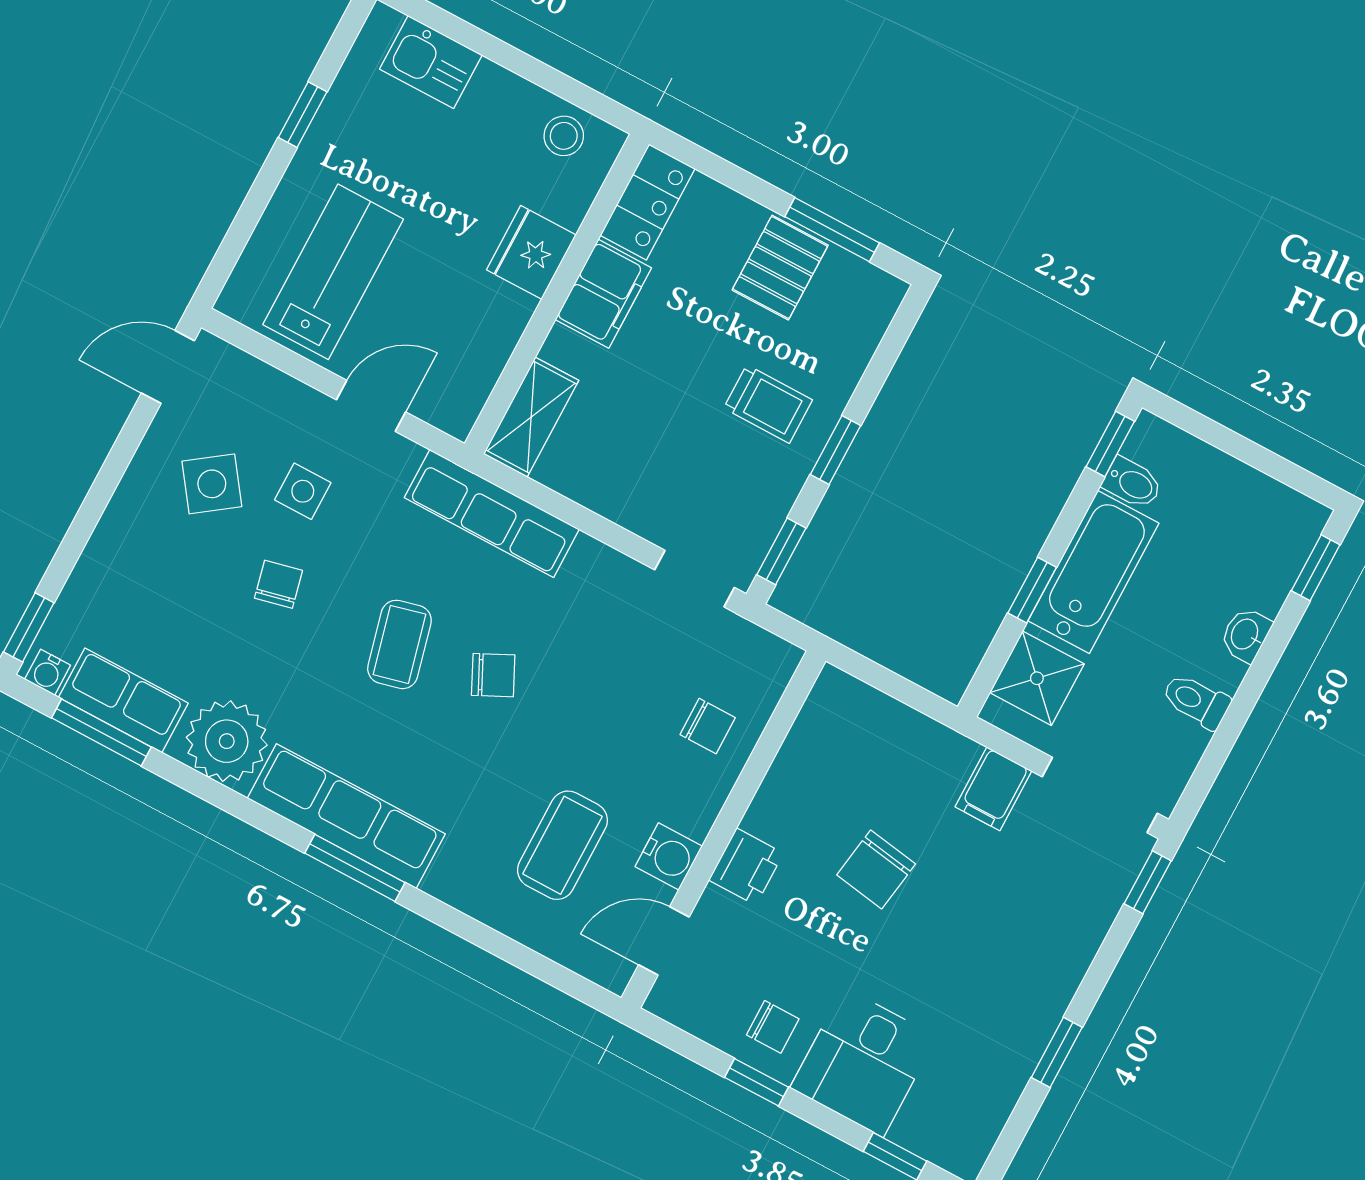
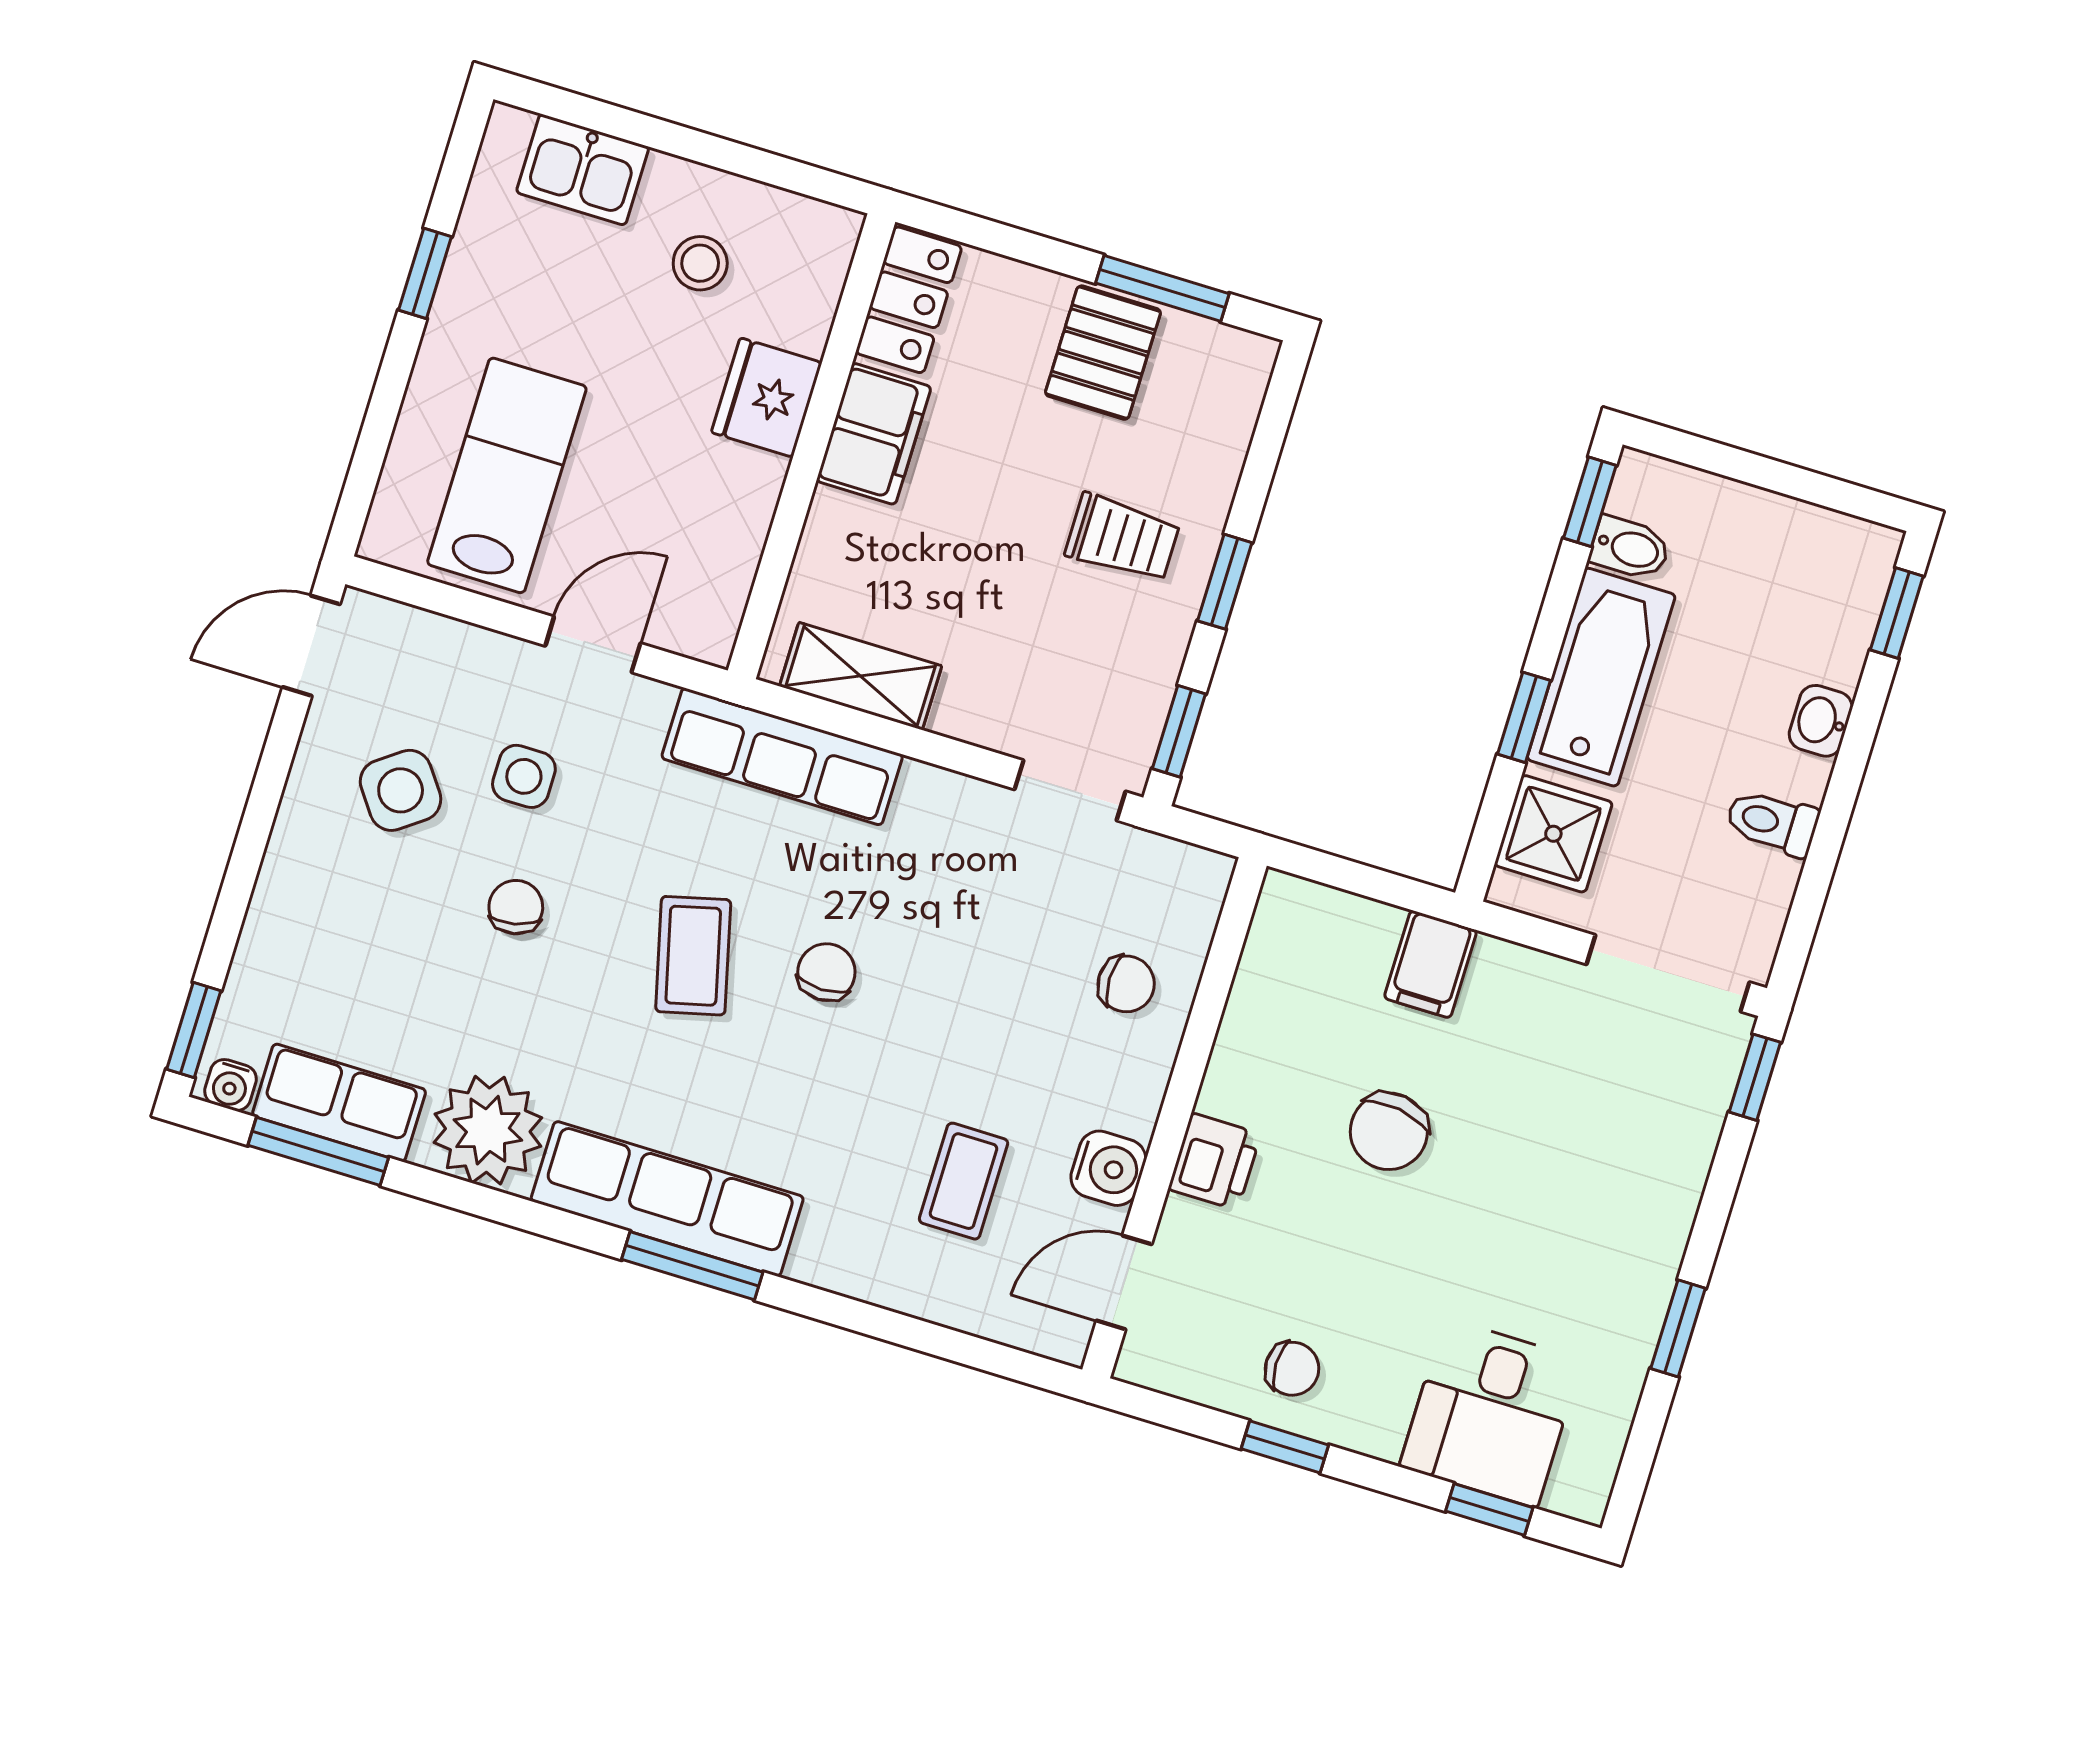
stool: (564, 136) -> (700, 263), moved
shelving: (531, 417) -> (861, 676), moved, turned 90
chair: (493, 675) -> (826, 972), turned -64
filing cabinet: (993, 789) -> (1430, 964), moved
coffee table: (562, 845) -> (964, 1181), width x0.73, depth x0.77
desk: (863, 1062) -> (1491, 1413), moved

